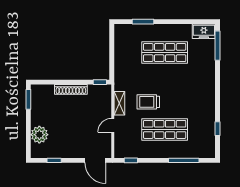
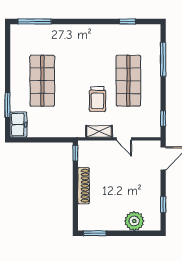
freezer: (204, 31) -> (18, 125), moved

